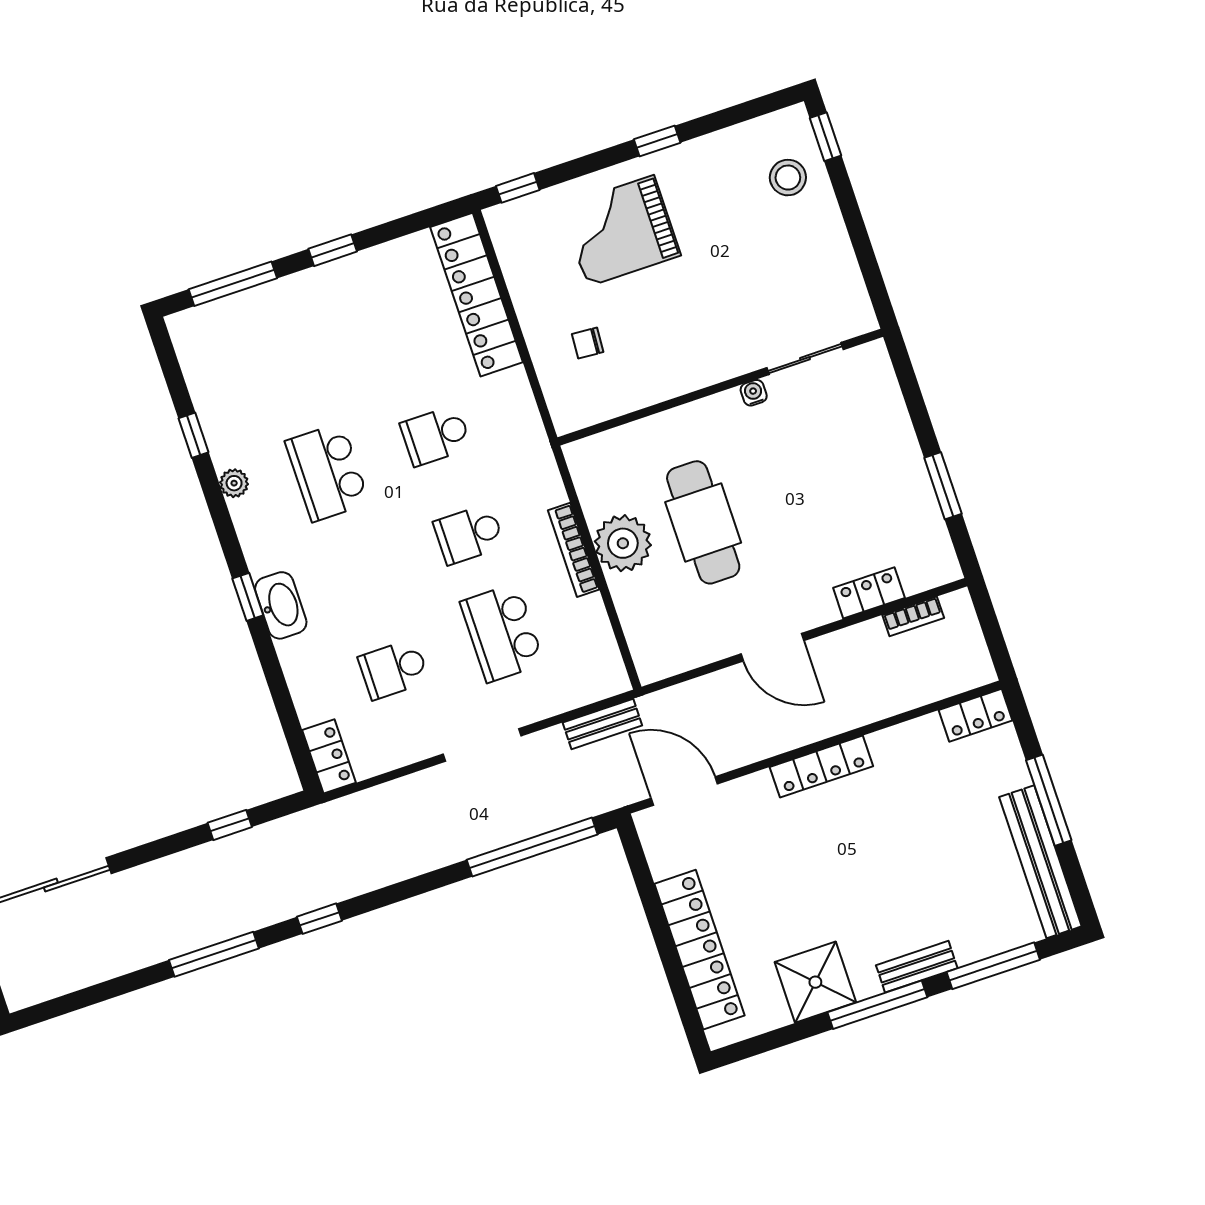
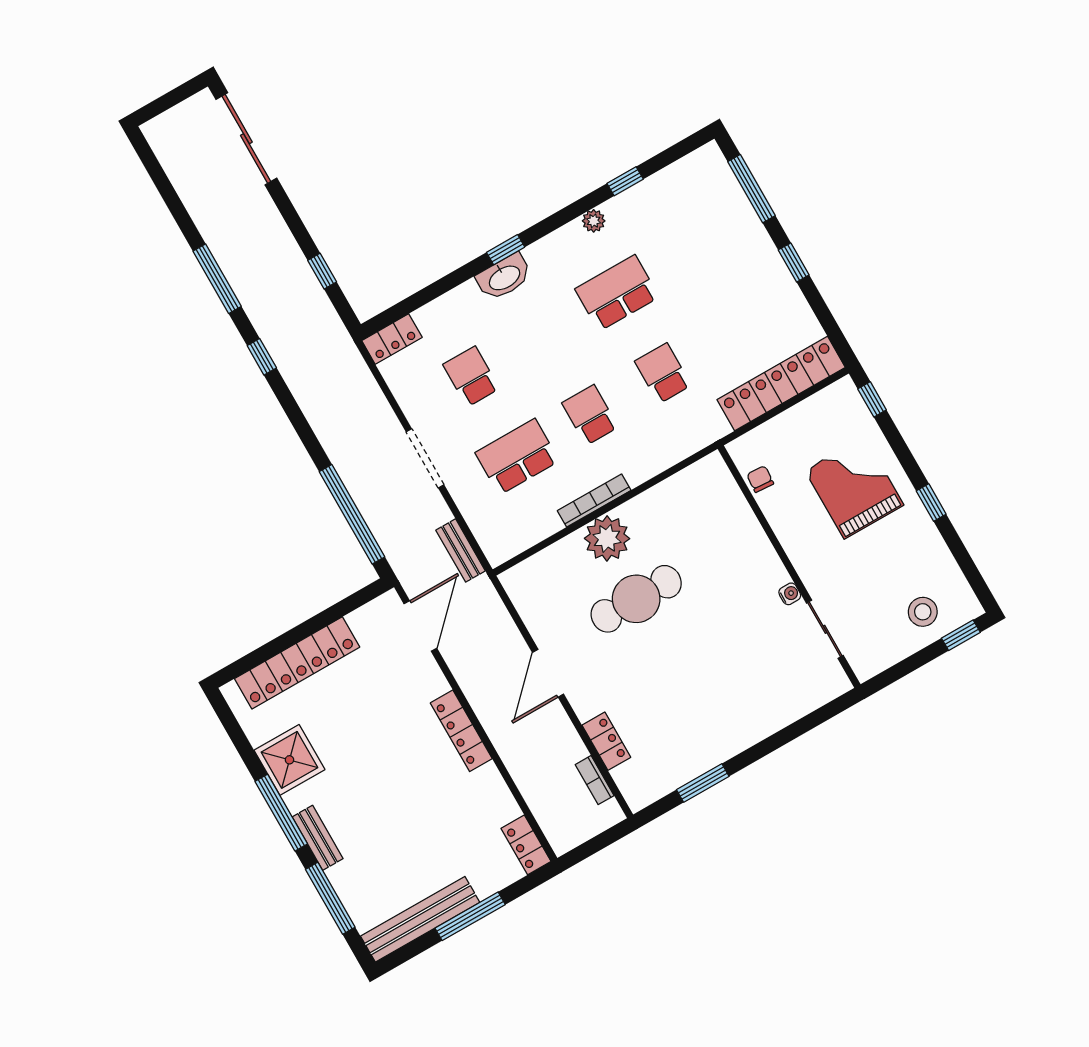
sliding door: (805, 359) -> (825, 629), moved
wall: (720, 387) -> (789, 567), moved
water cooler: (754, 393) -> (790, 594), moved

